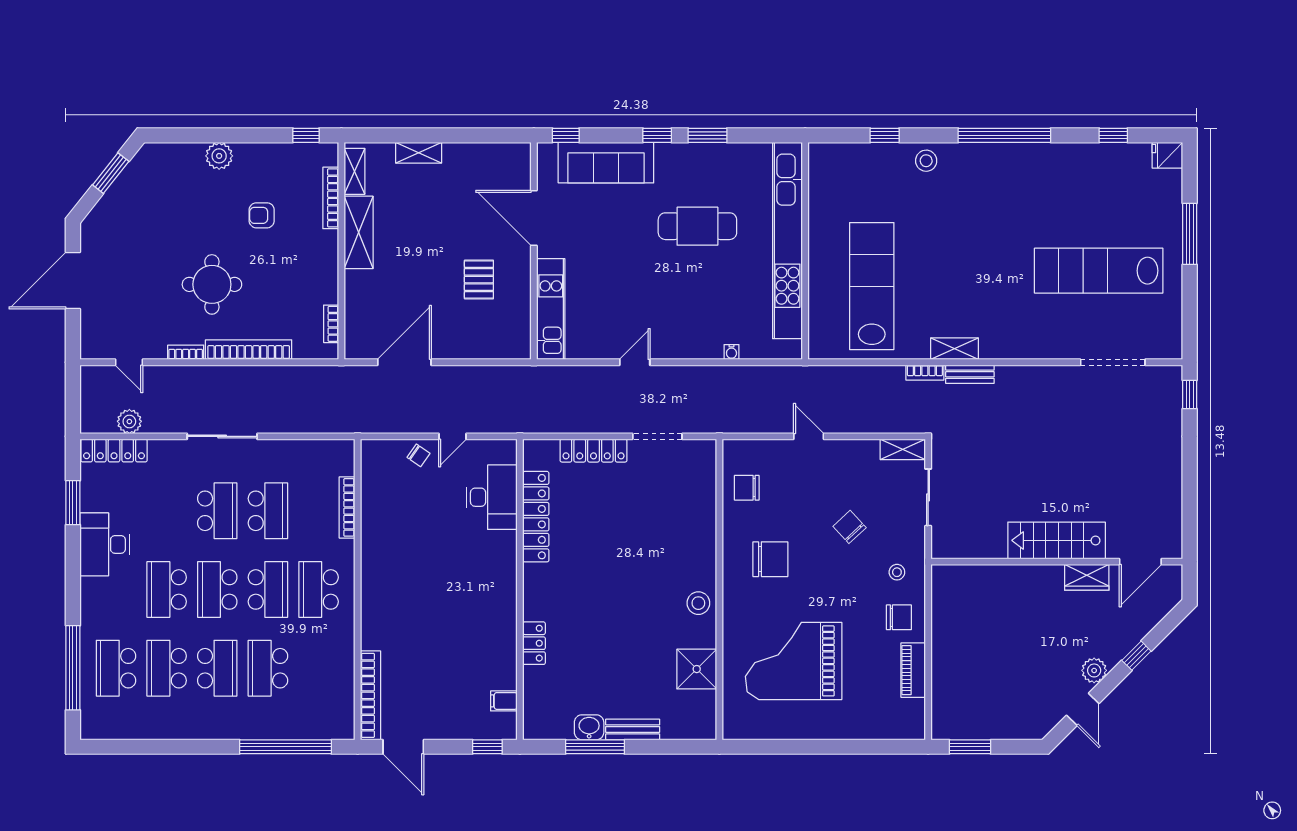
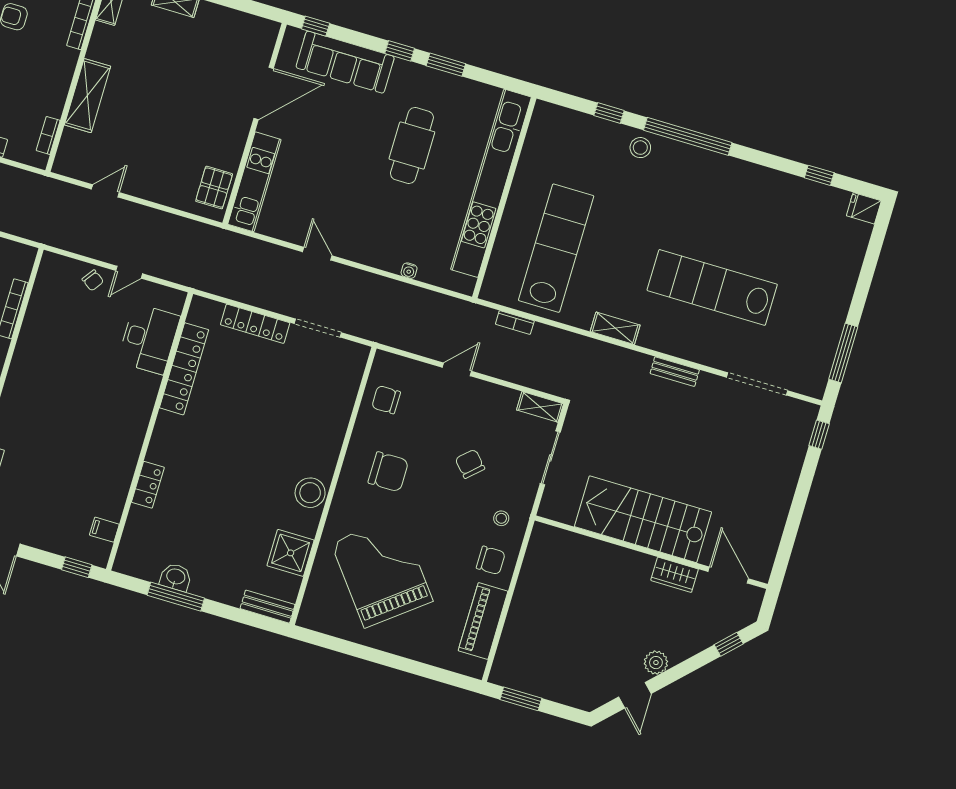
window: (1004, 135) -> (688, 136), moved
door: (534, 218) -> (264, 93), swing flipped
cafe table: (697, 226) -> (412, 146), turned 90
shelving: (359, 232) -> (88, 96), moved
window: (1190, 234) -> (843, 353), moved
lab bench: (1099, 271) -> (712, 287), moved
pallet: (479, 280) -> (214, 188), moved
door: (404, 362) -> (105, 191), width x0.53
door: (635, 362) -> (317, 254), hinge flipped
bookcase: (925, 373) -> (515, 323), moved
bench: (970, 374) -> (675, 372), moved
door: (809, 436) -> (457, 369), hinge flipped
stairs: (1057, 540) -> (643, 519), width x1.36, depth x1.51
door: (1140, 562) -> (728, 575), swing flipped
stool: (698, 603) -> (310, 493), width x1.38, depth x1.38
window: (1136, 656) -> (729, 644), moved
grand piano: (794, 661) -> (382, 572), turned 52
piano: (913, 670) -> (483, 621), width x1.37, depth x1.33
bench: (633, 729) -> (268, 607), moved

